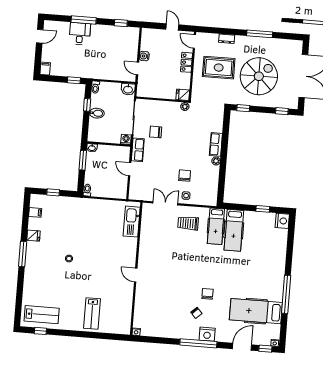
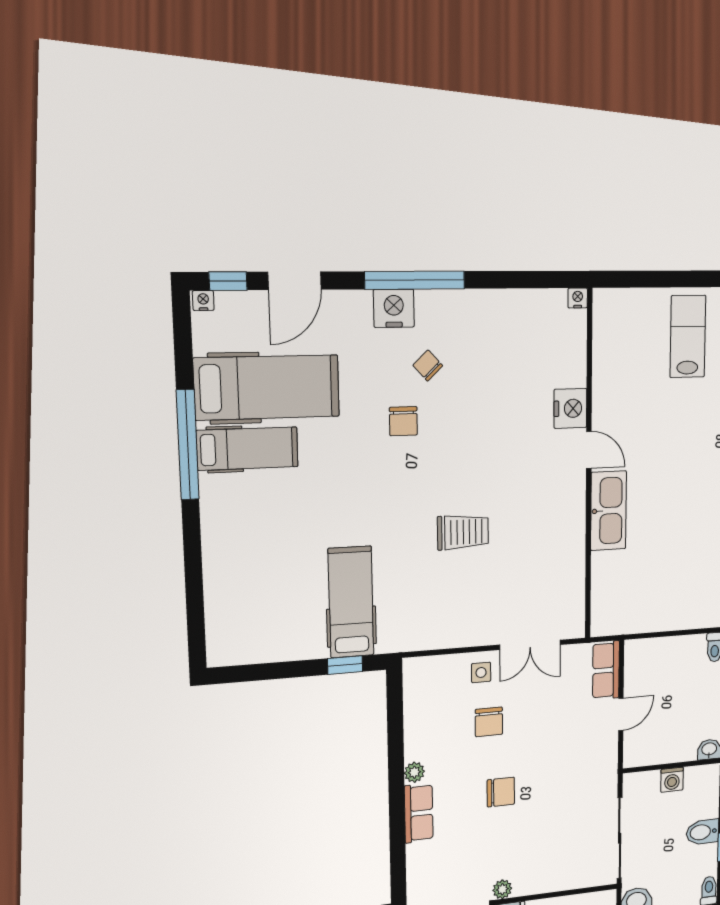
chair: (156, 132) -> (501, 792), moved
washing machine: (126, 139) -> (672, 780), moved
row of seats: (138, 150) -> (606, 670), moved
door: (130, 169) -> (621, 714), hinge flipped
window: (263, 209) -> (345, 665), moved
nightstand: (282, 221) -> (570, 408), moved, turned 180
kitchen sink: (132, 222) -> (608, 511), moved
trolley: (188, 223) -> (463, 532), moved
hospital bed: (216, 226) -> (247, 449), moved, turned 90

